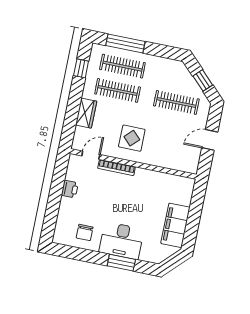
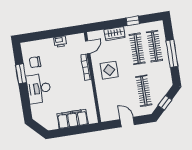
window: (125, 43) -> (172, 53), moved
window: (81, 68) -> (133, 21), moved
door: (91, 155) -> (88, 47), hinge flipped
filing cabinet: (175, 225) -> (73, 119), moved
window: (121, 263) -> (21, 74), moved

